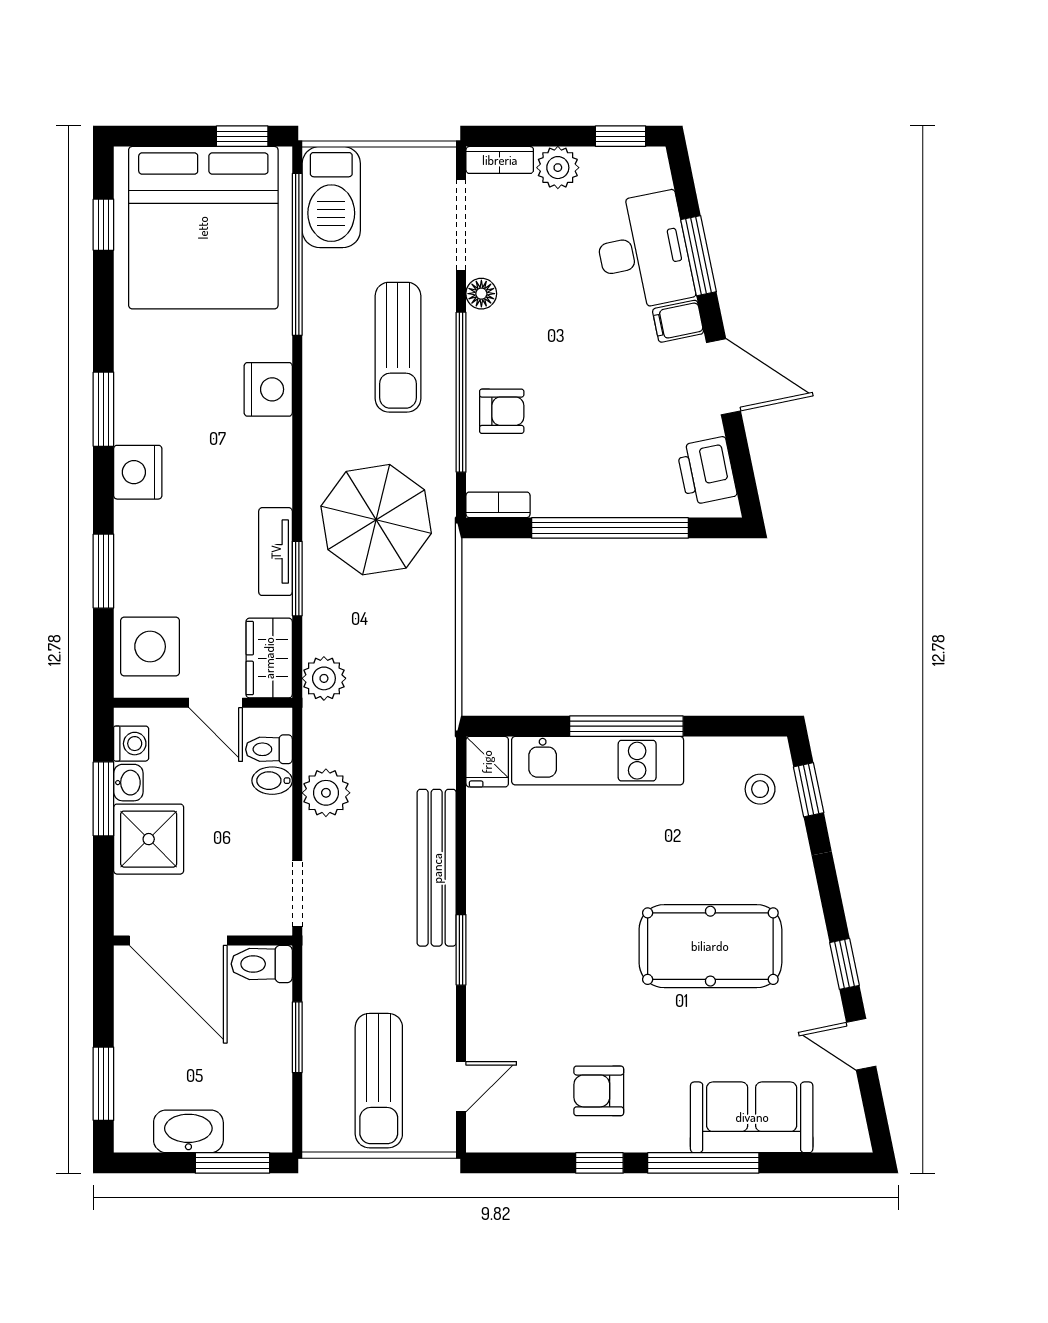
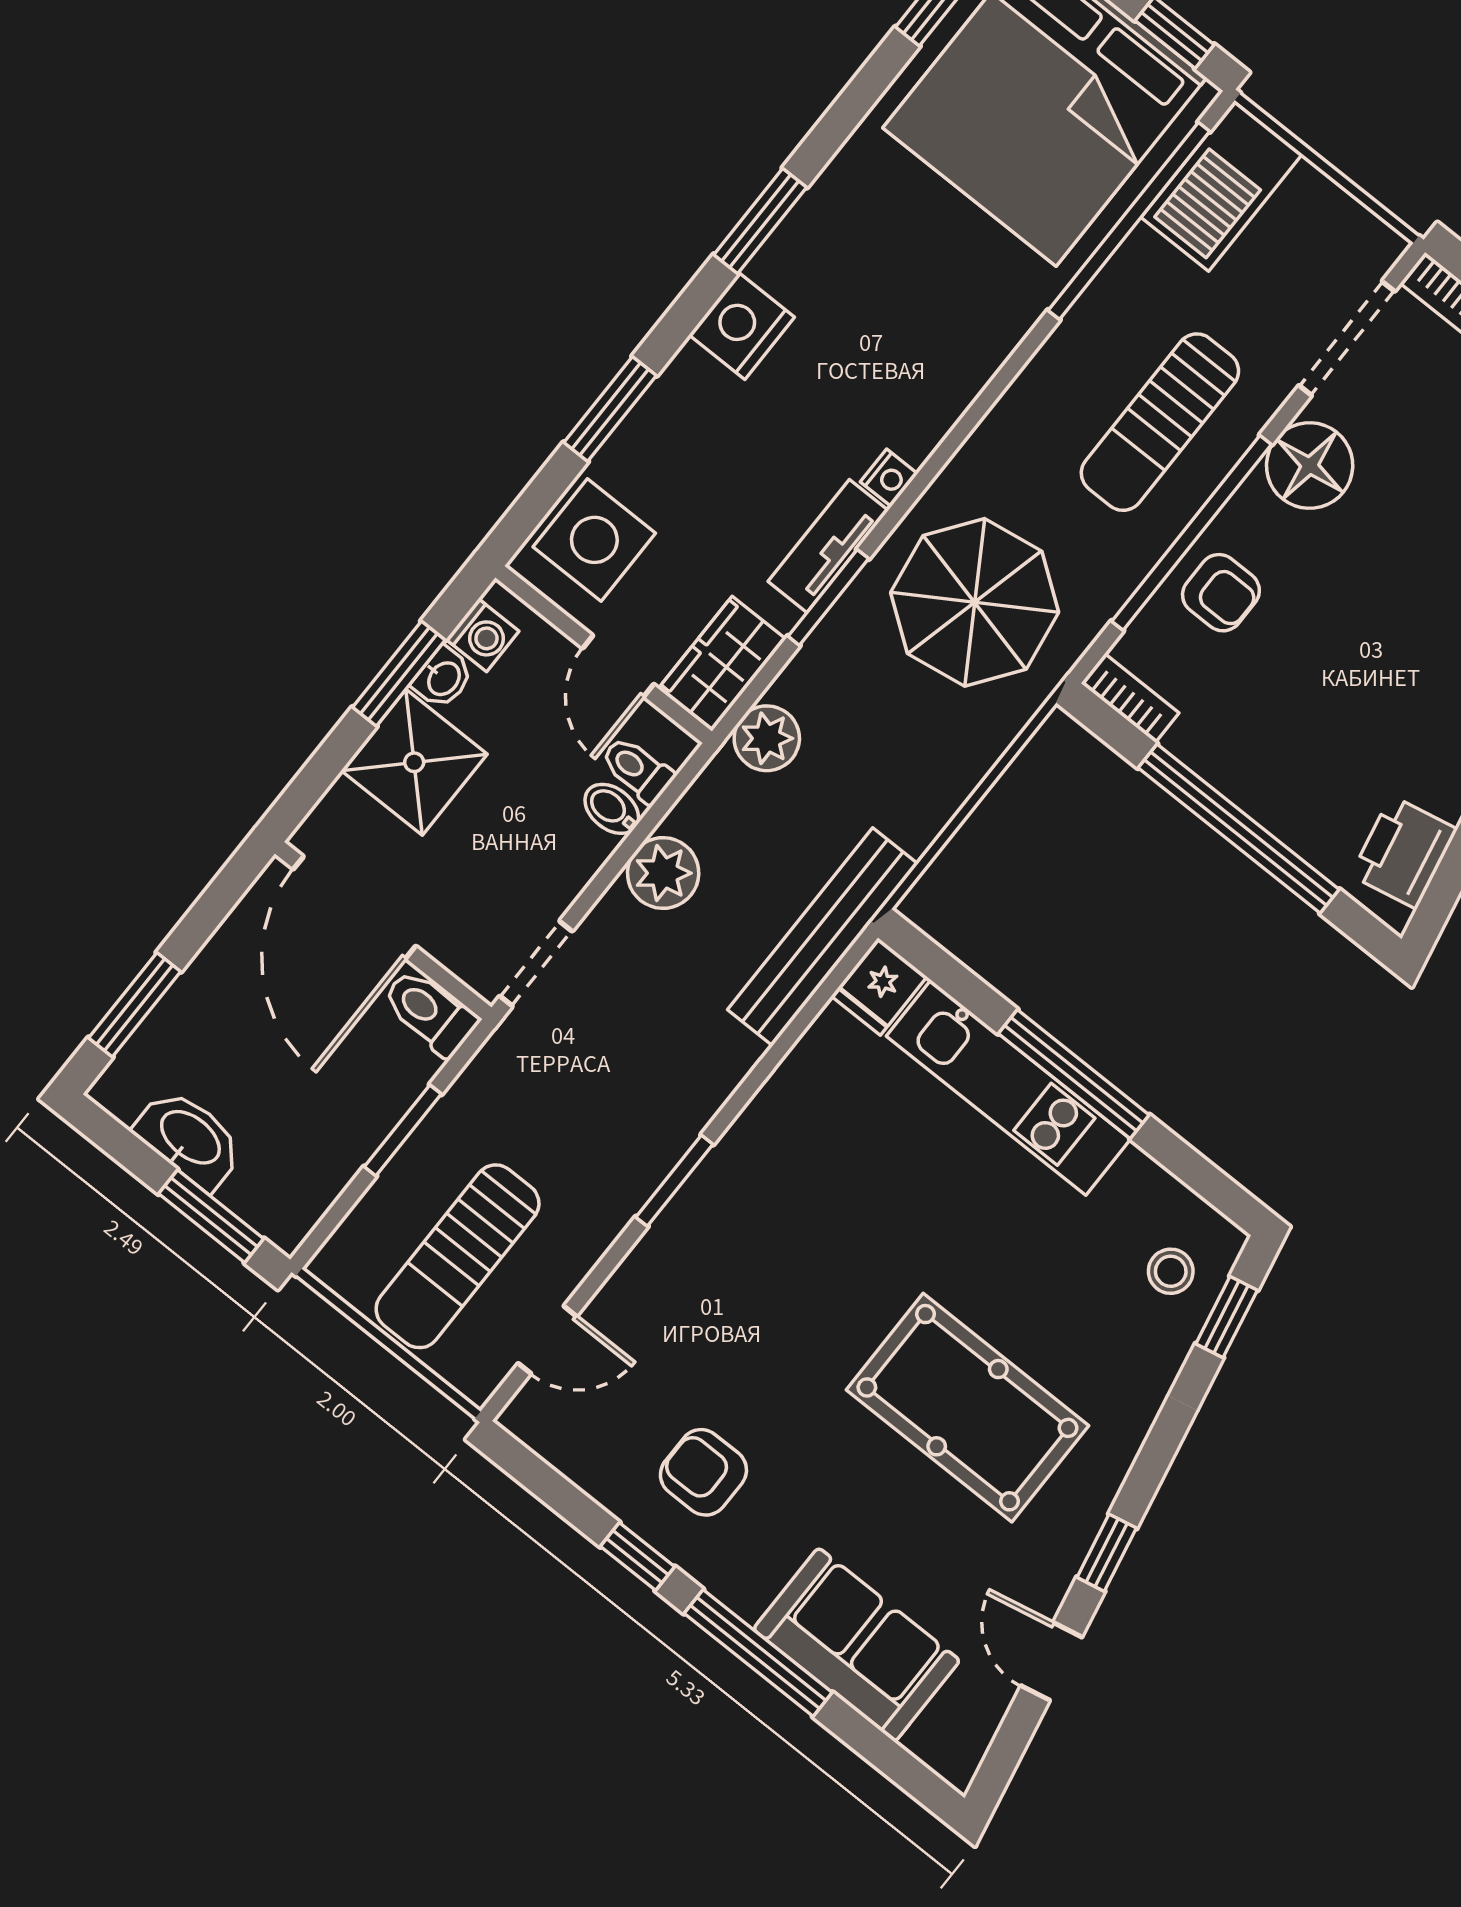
floor lamp: (481, 294) -> (1310, 466), width x1.89, depth x1.89
nightstand: (268, 389) -> (889, 478), moved, width x0.53, depth x0.56
bench: (437, 868) -> (823, 937), moved

